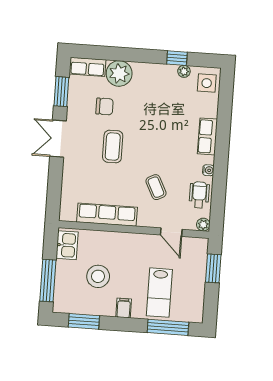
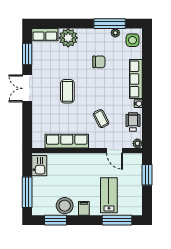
window: (177, 58) -> (110, 24), width x2.17
chair: (105, 106) -> (99, 62), moved
row of seats: (207, 136) -> (136, 79), width x1.48
stool: (98, 276) -> (65, 206), moved
lab bench: (159, 293) -> (109, 195), turned 180

